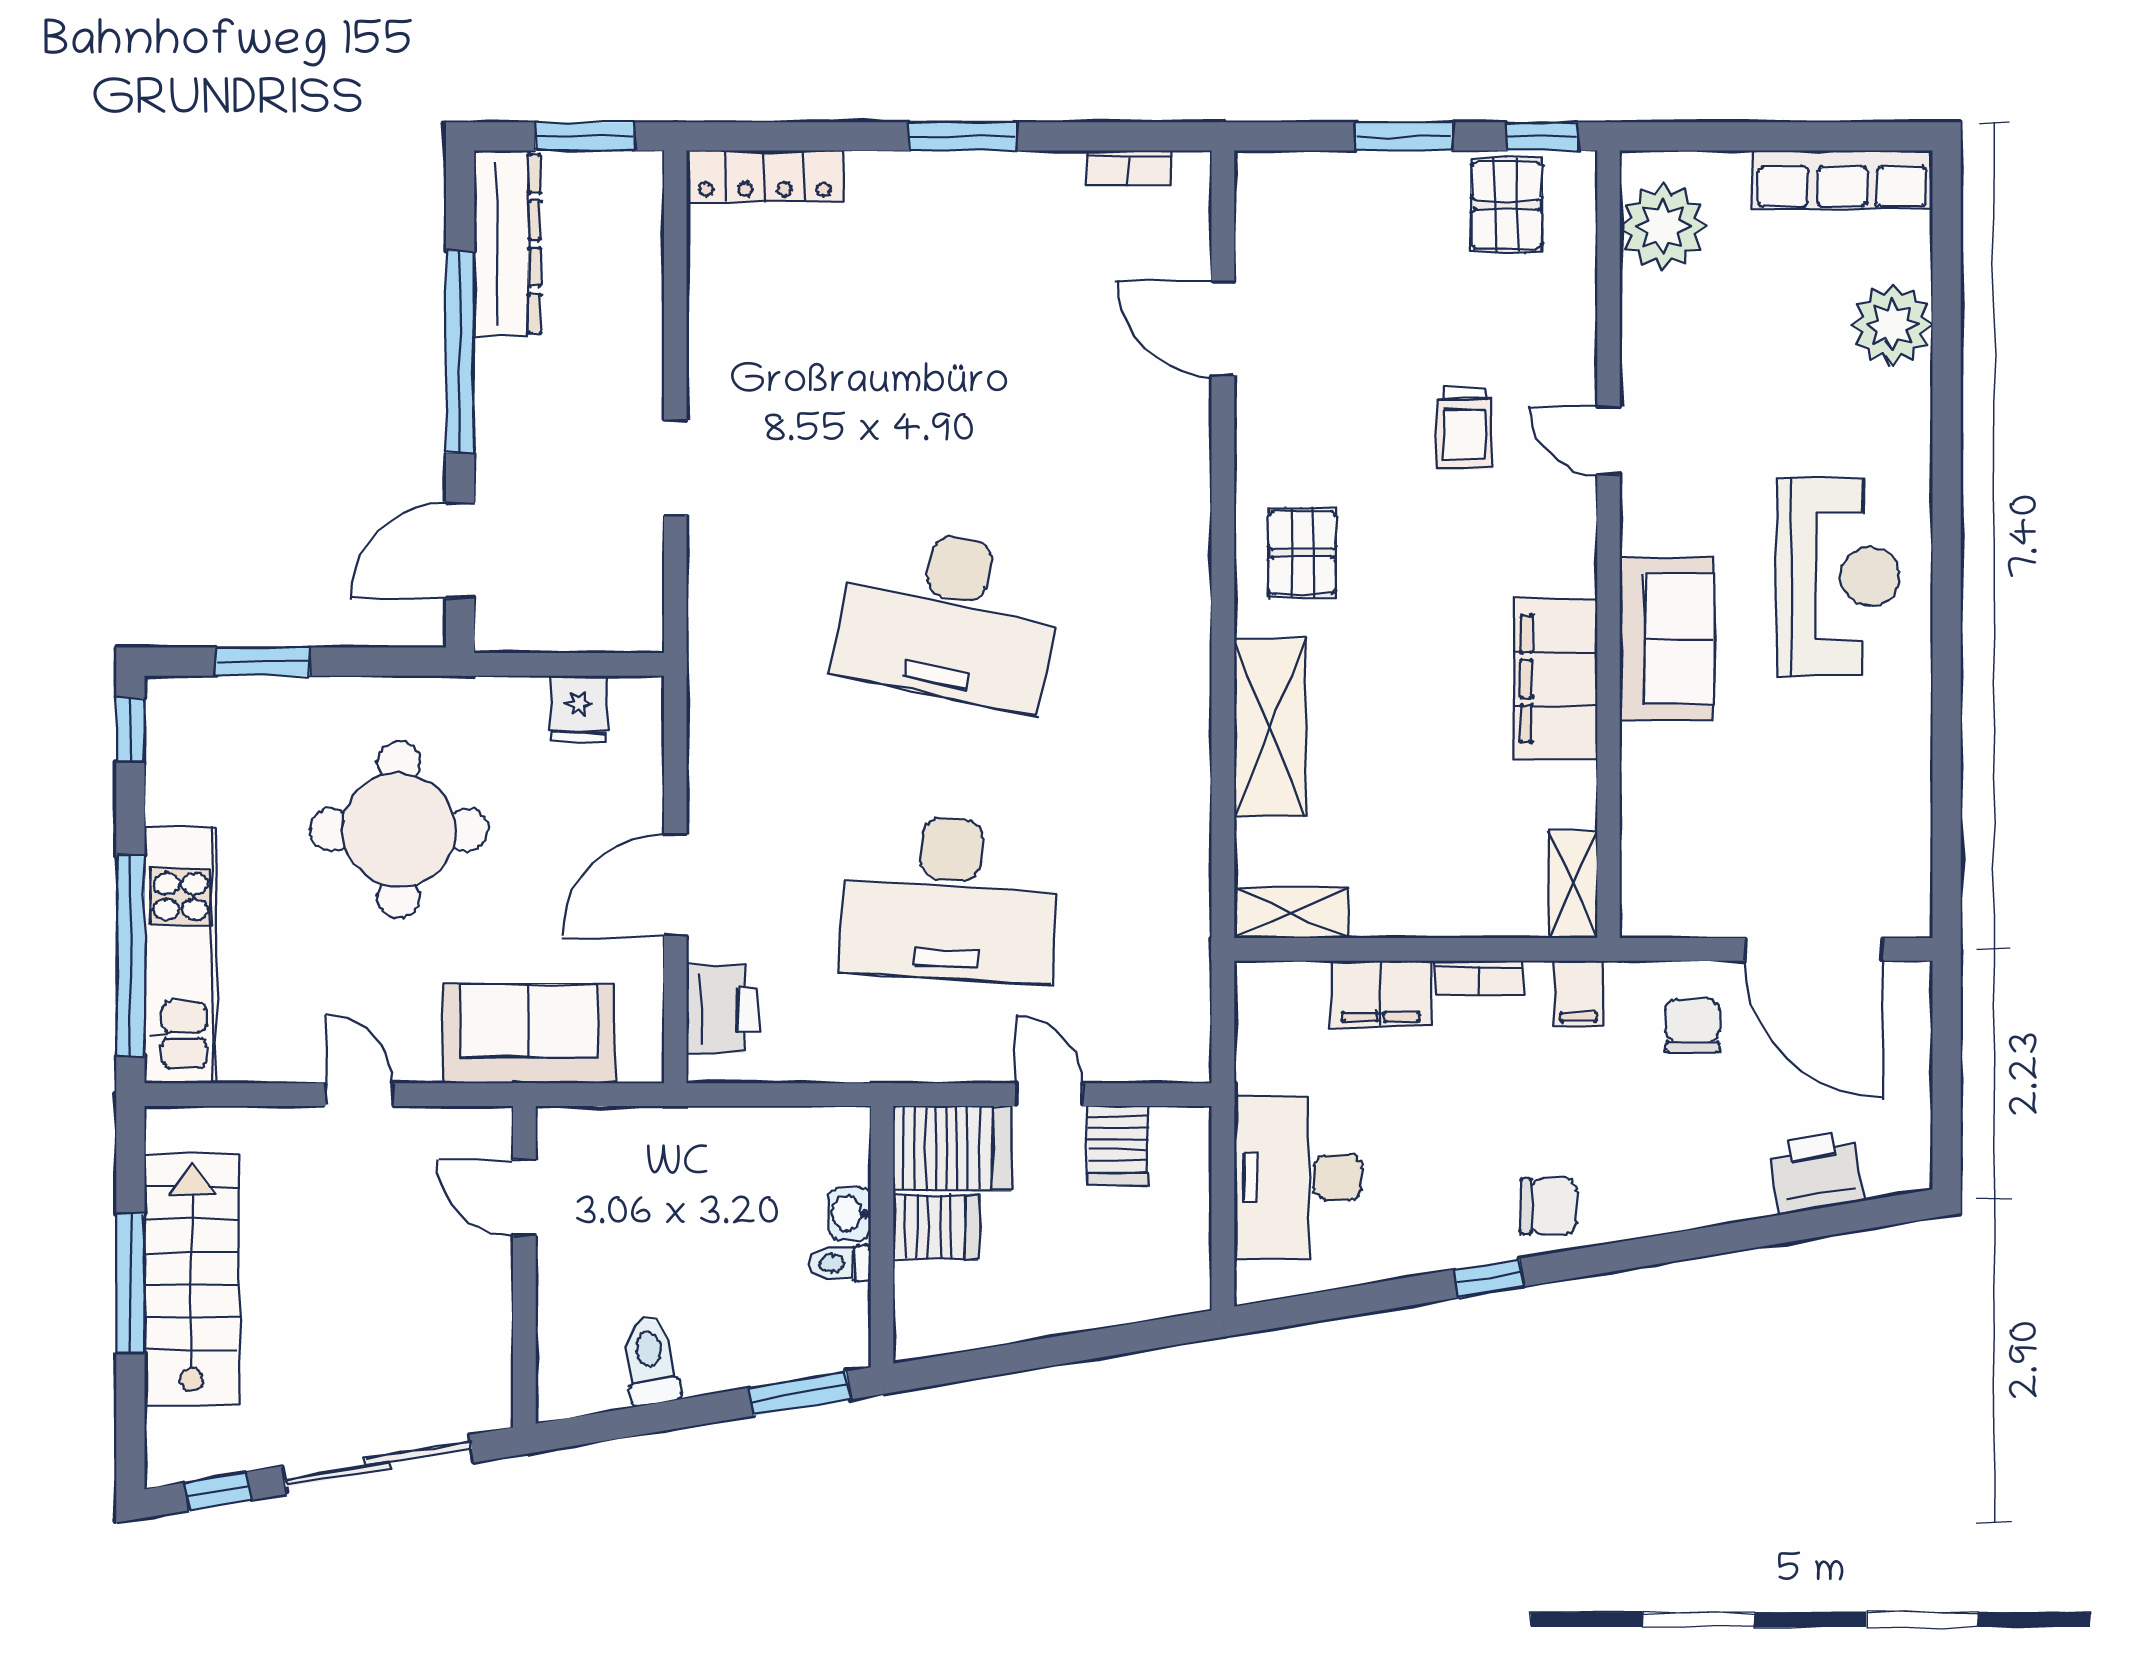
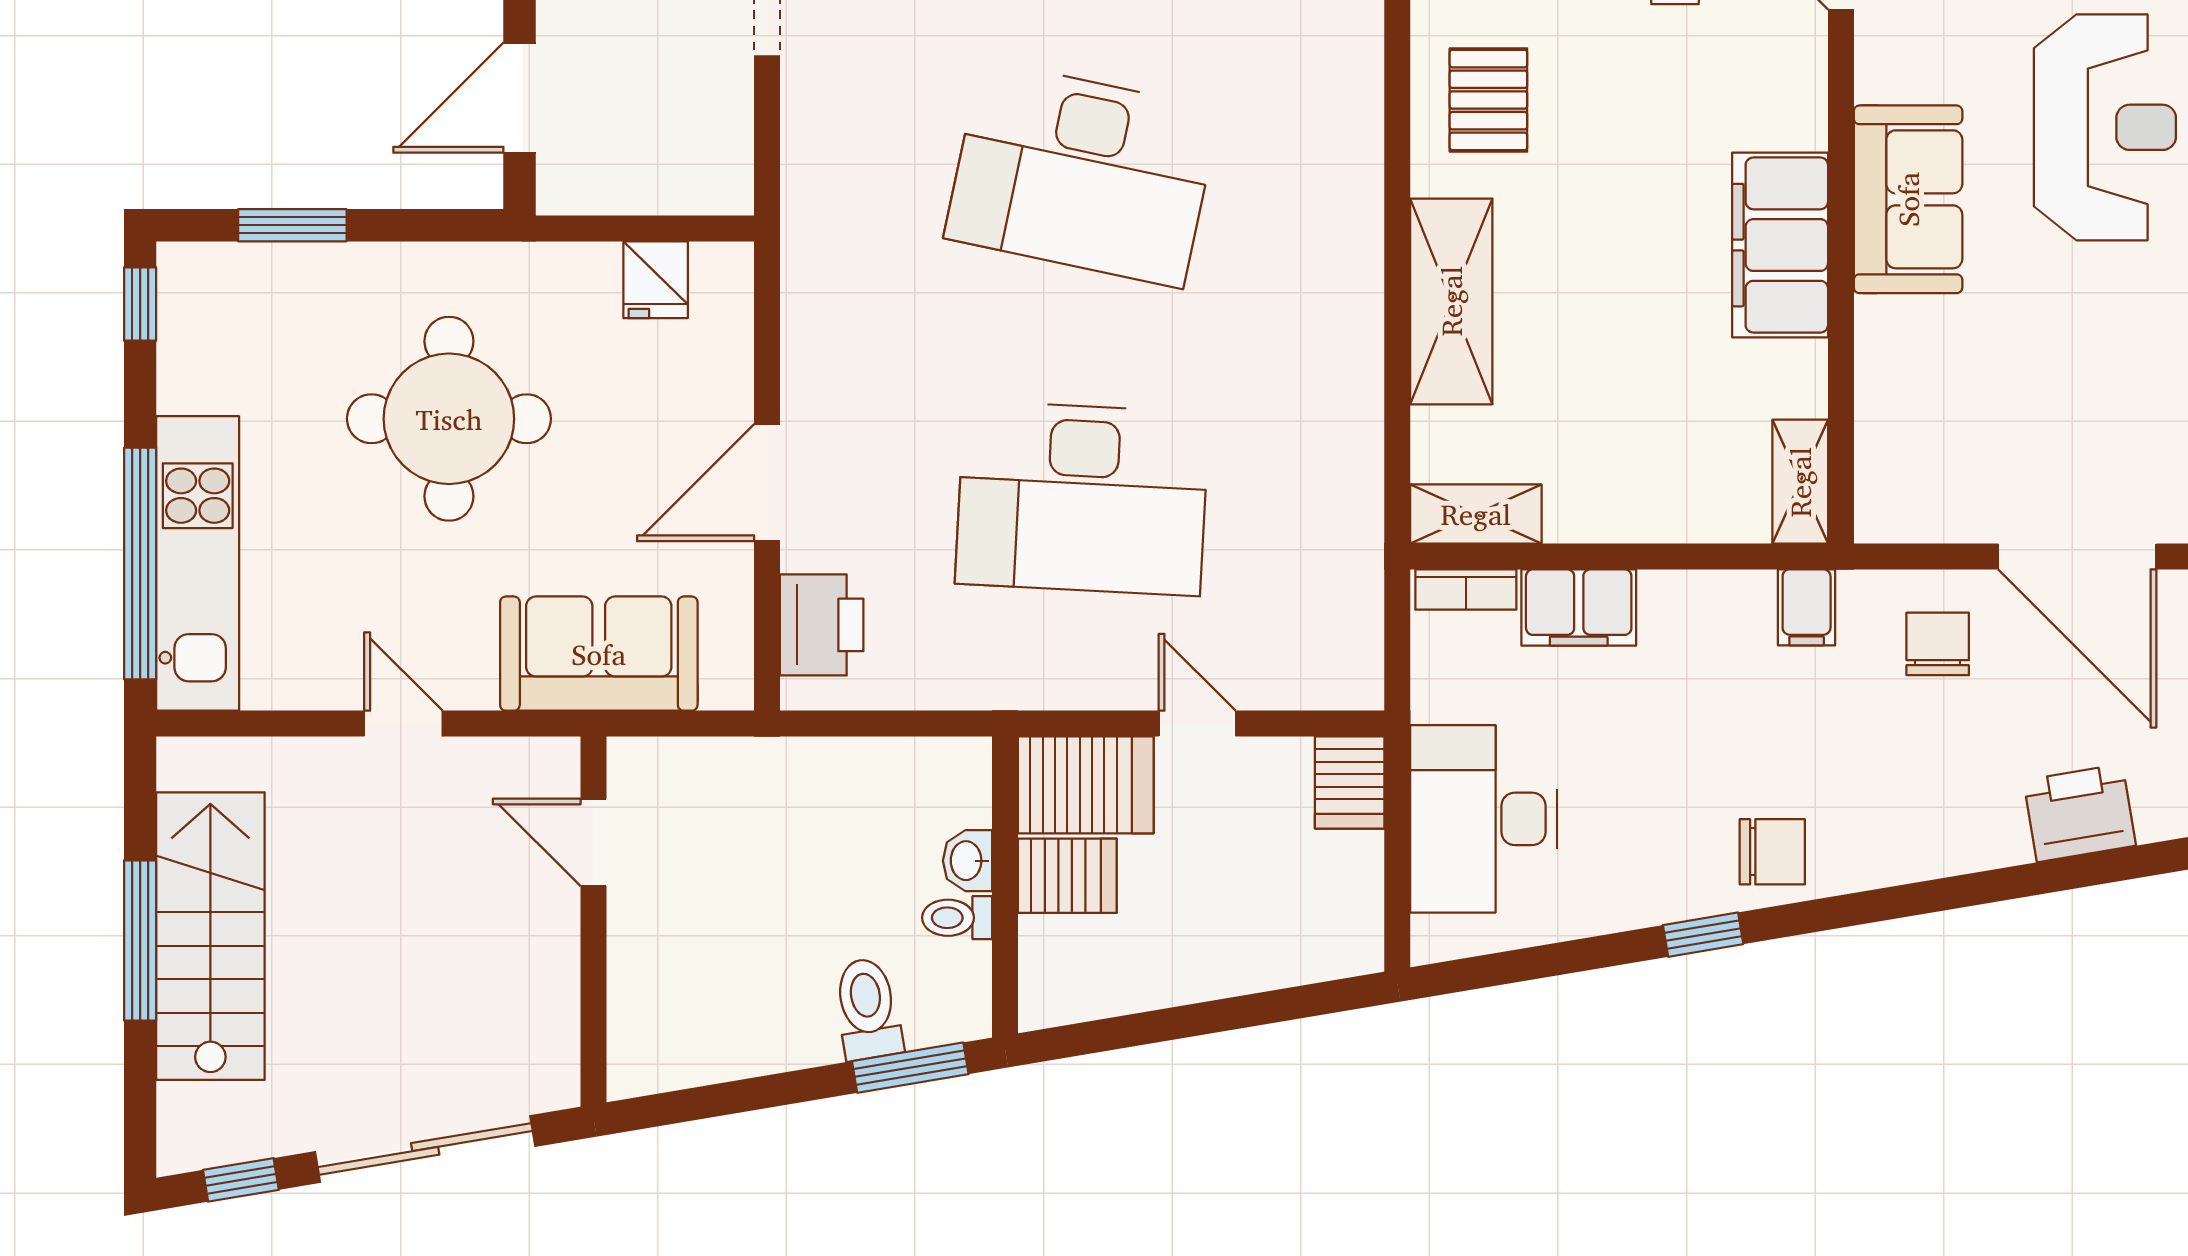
bookcase: (1479, 978) -> (1466, 589), moved
server rack: (1118, 1146) -> (1350, 783), moved
toilet: (650, 1361) -> (868, 1009), moved

